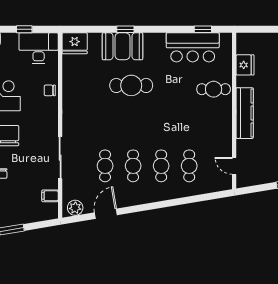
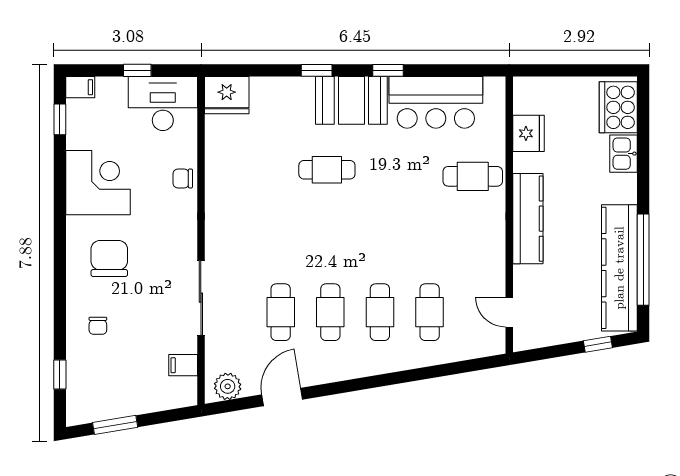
window: (203, 29) -> (388, 70), moved
booth: (122, 46) -> (351, 100), moved
cafe table: (131, 85) -> (327, 170), width x0.73, depth x0.74

